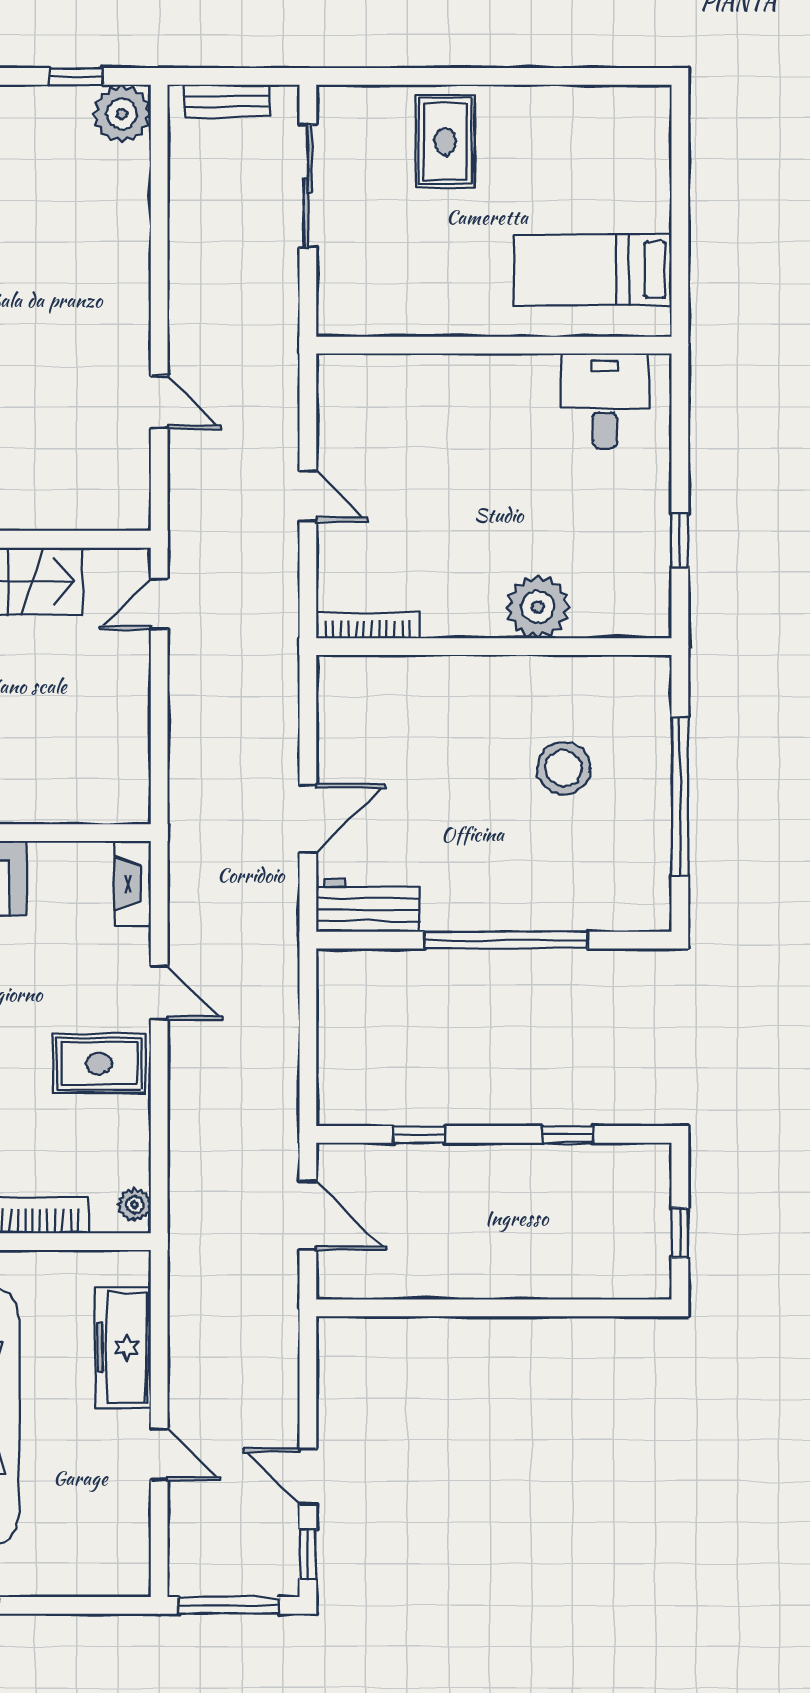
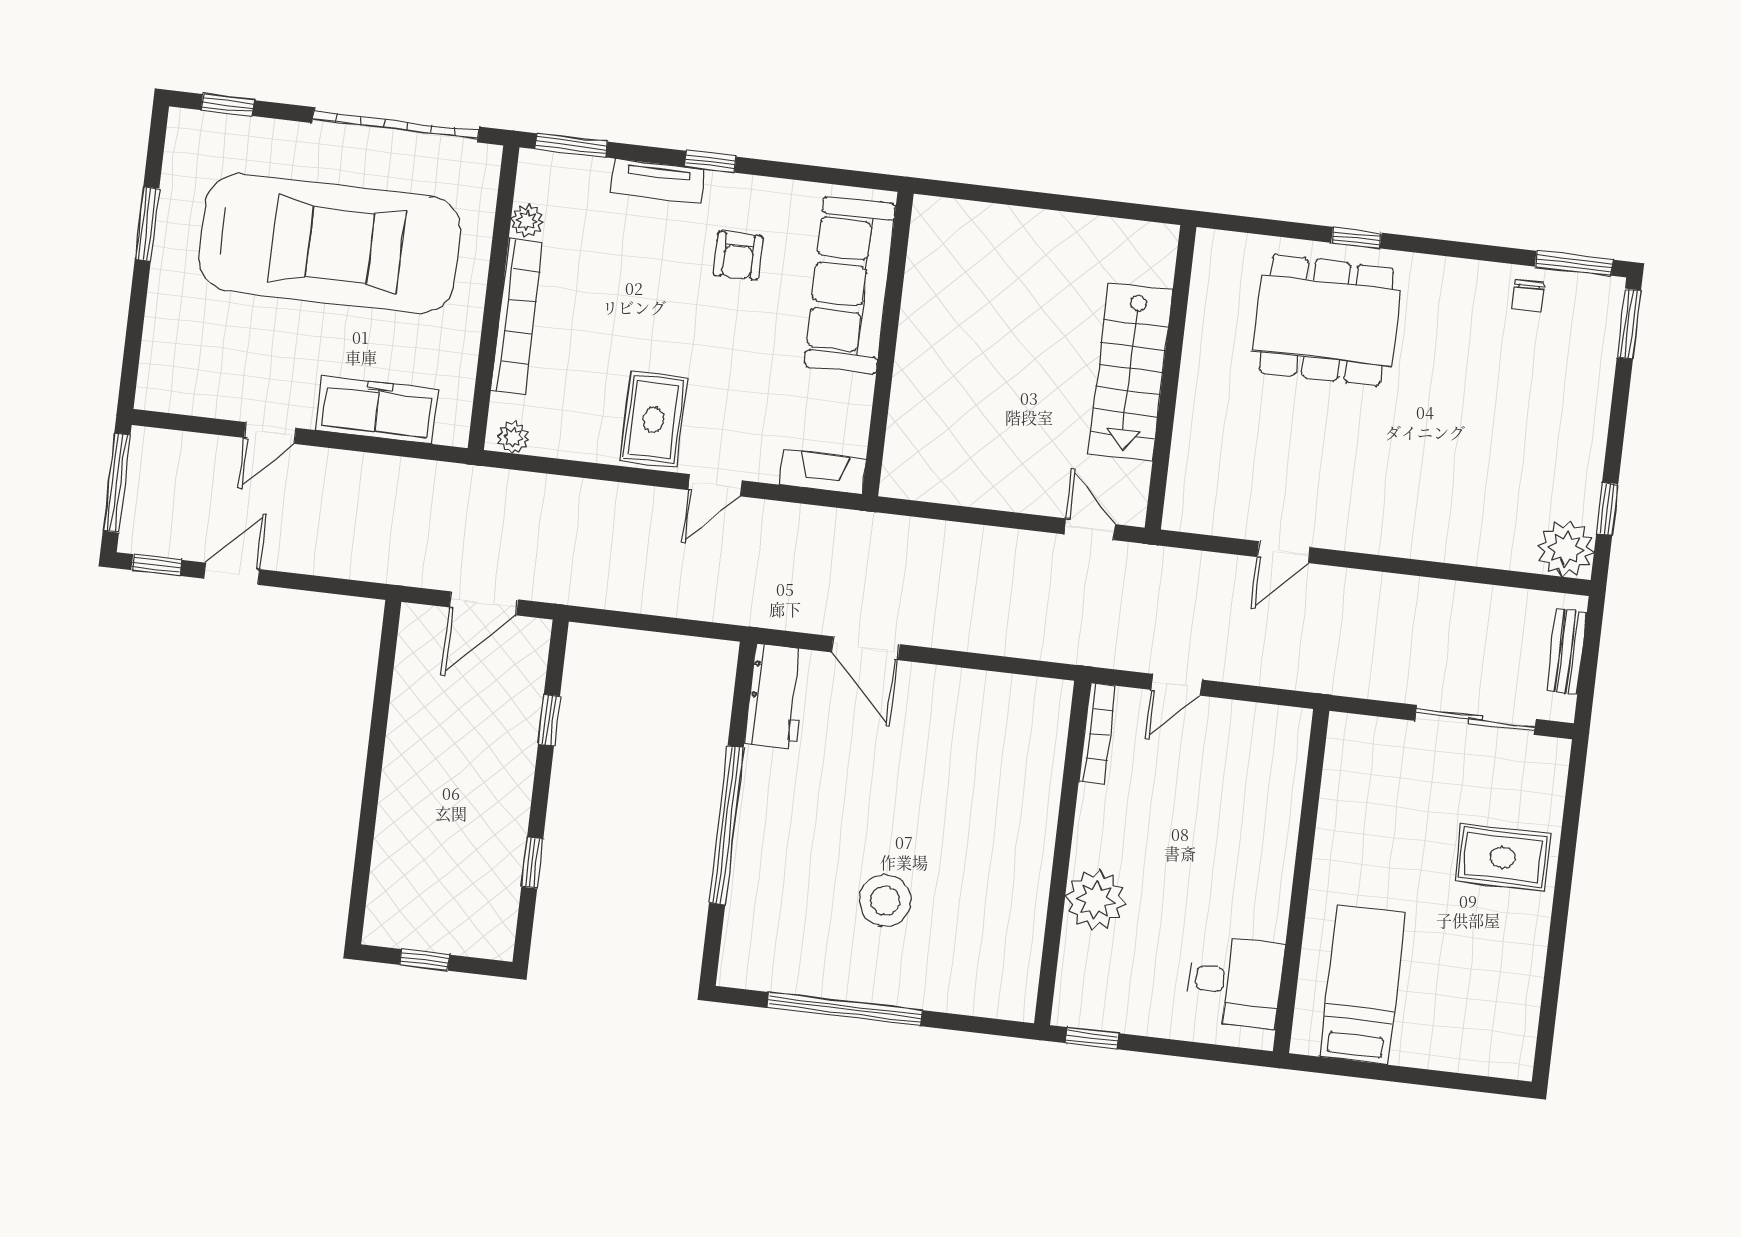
plant: (538, 607) -> (1095, 900), moved
bookcase: (368, 625) -> (1097, 734), moved
wall: (494, 647) -> (1062, 853), moved

